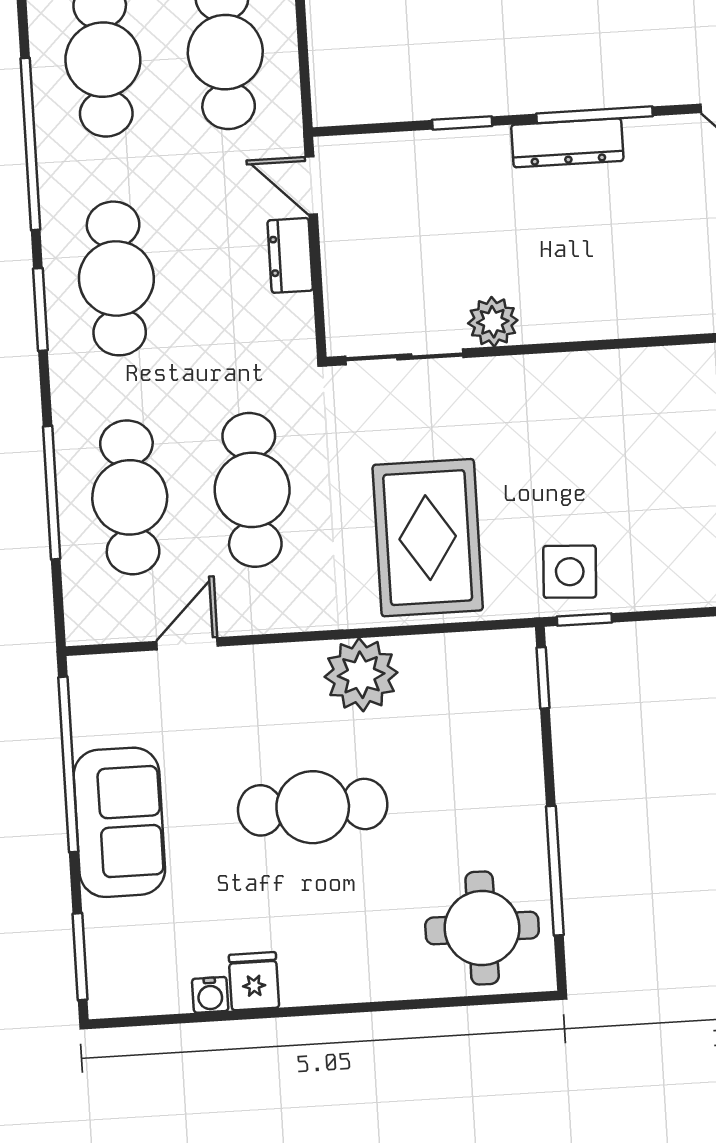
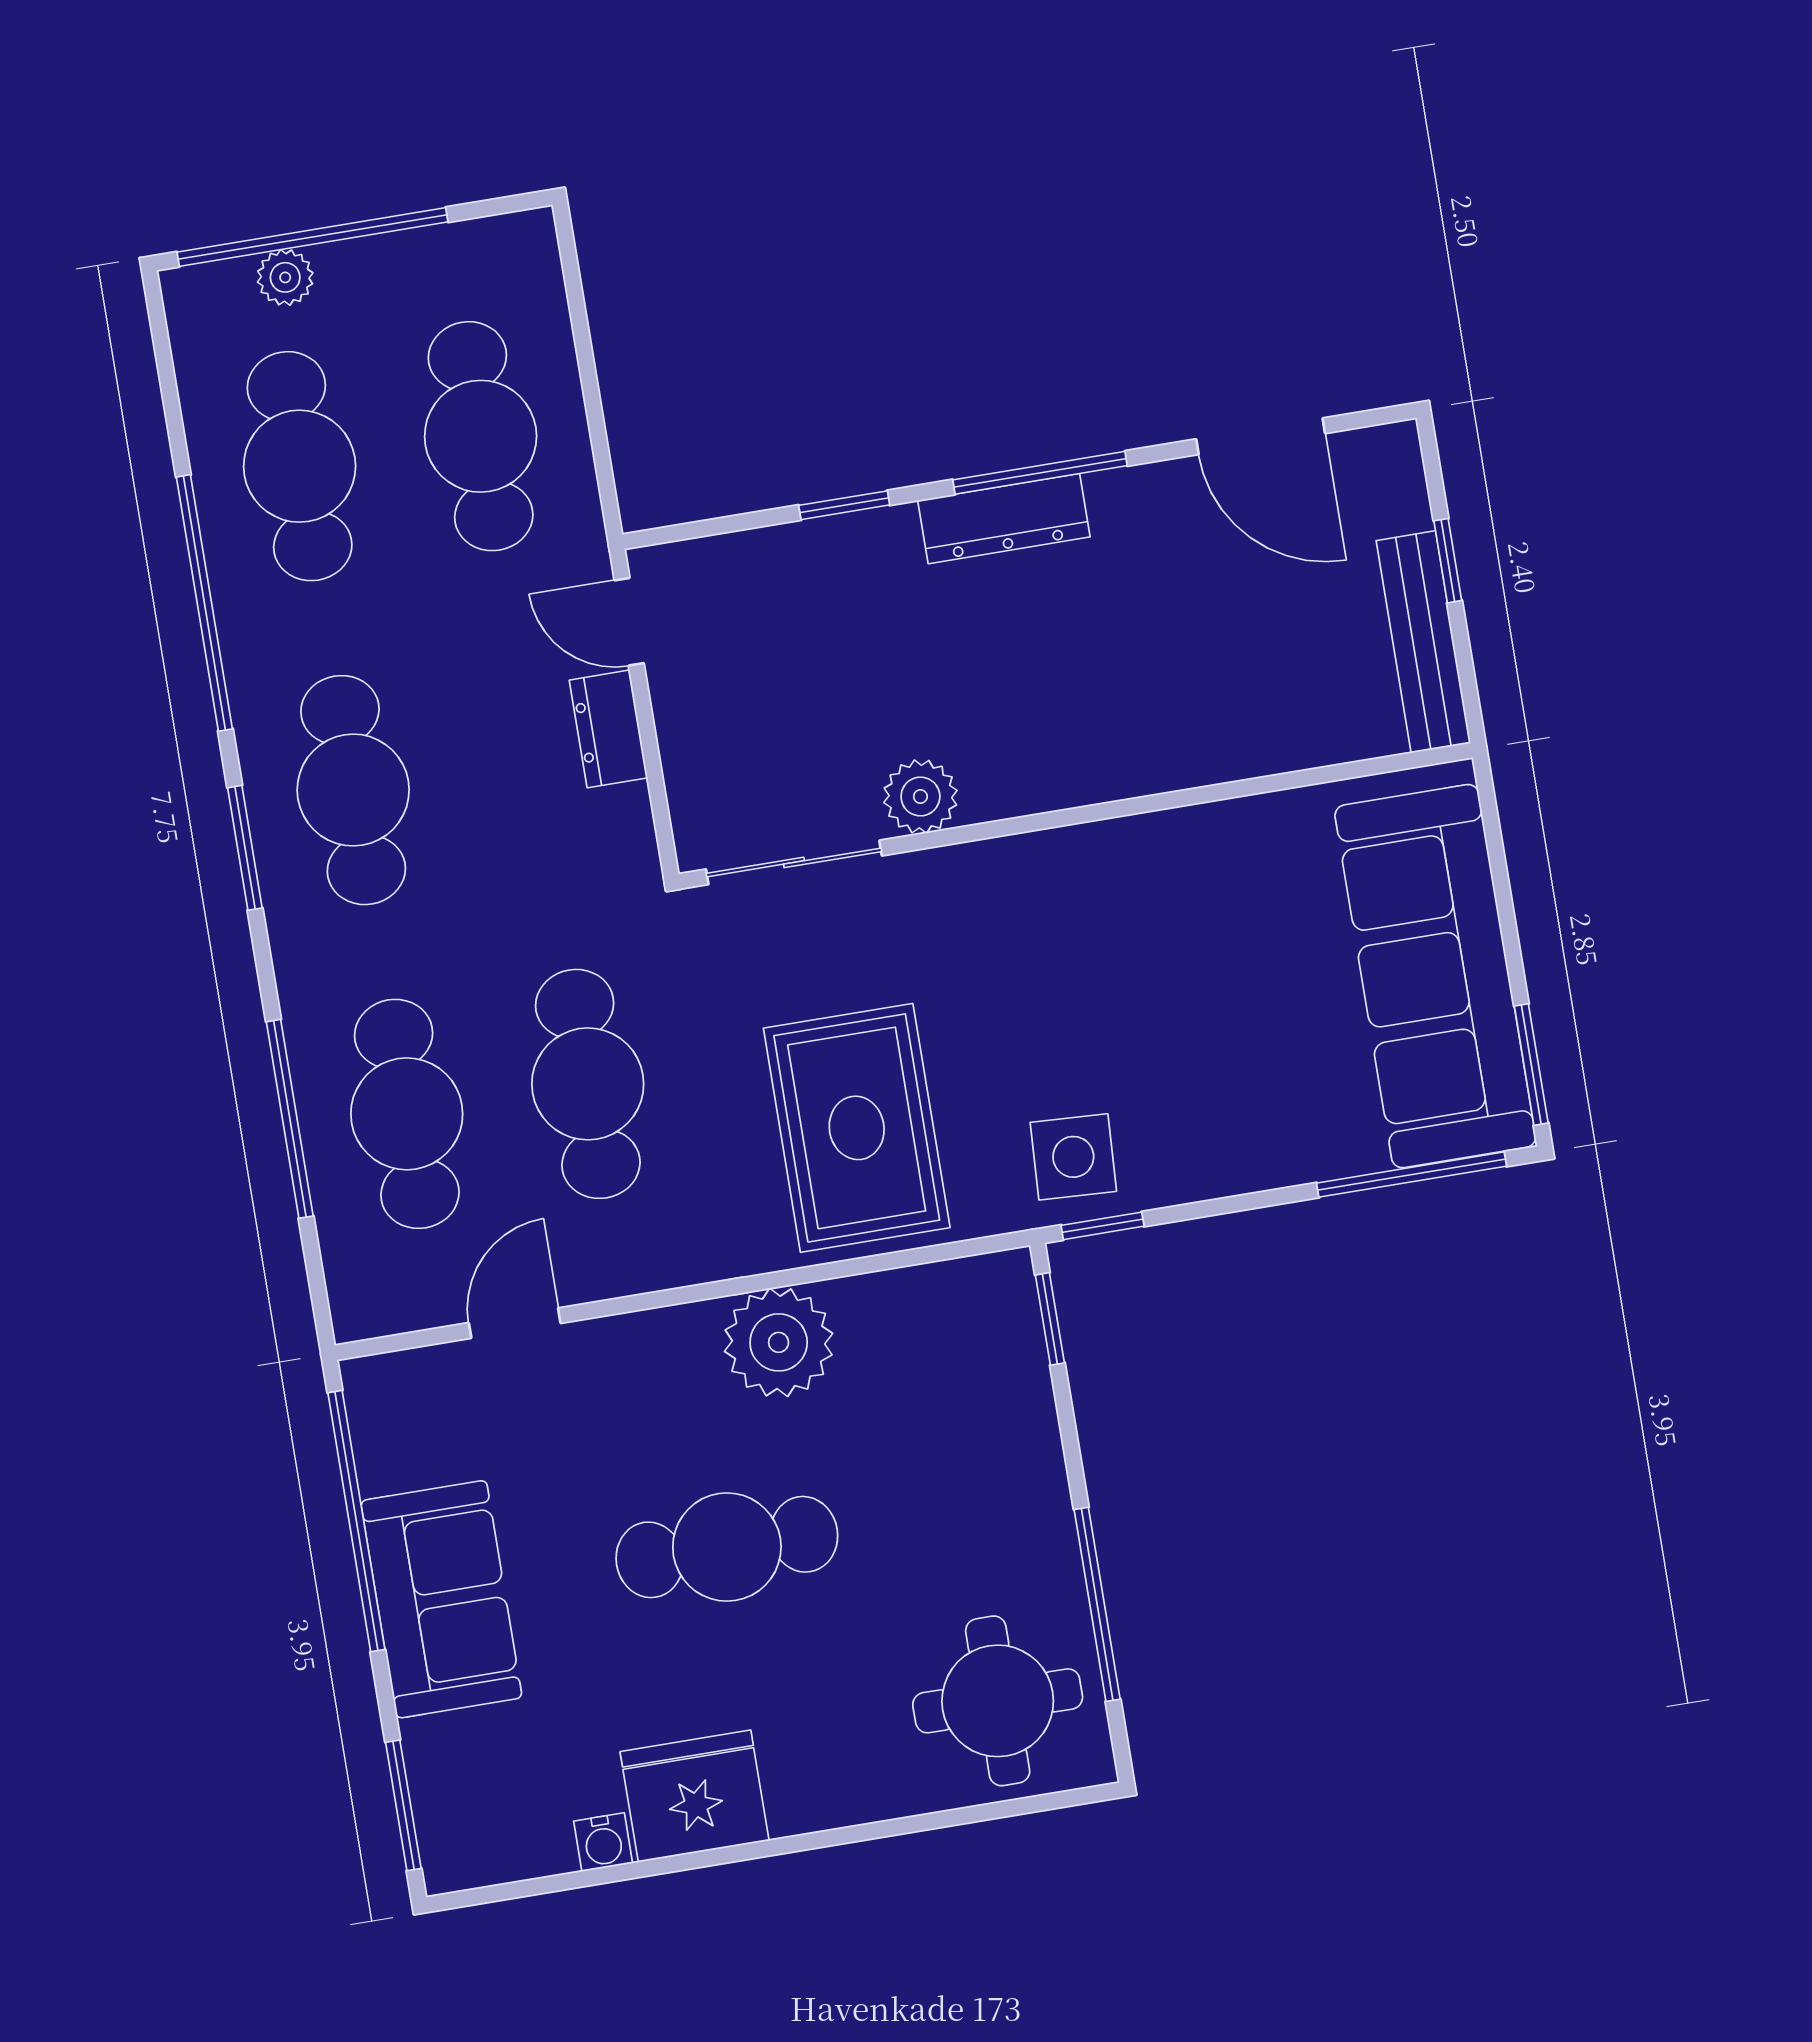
fridge: (254, 981) -> (695, 1796), width x1.88, depth x1.34

